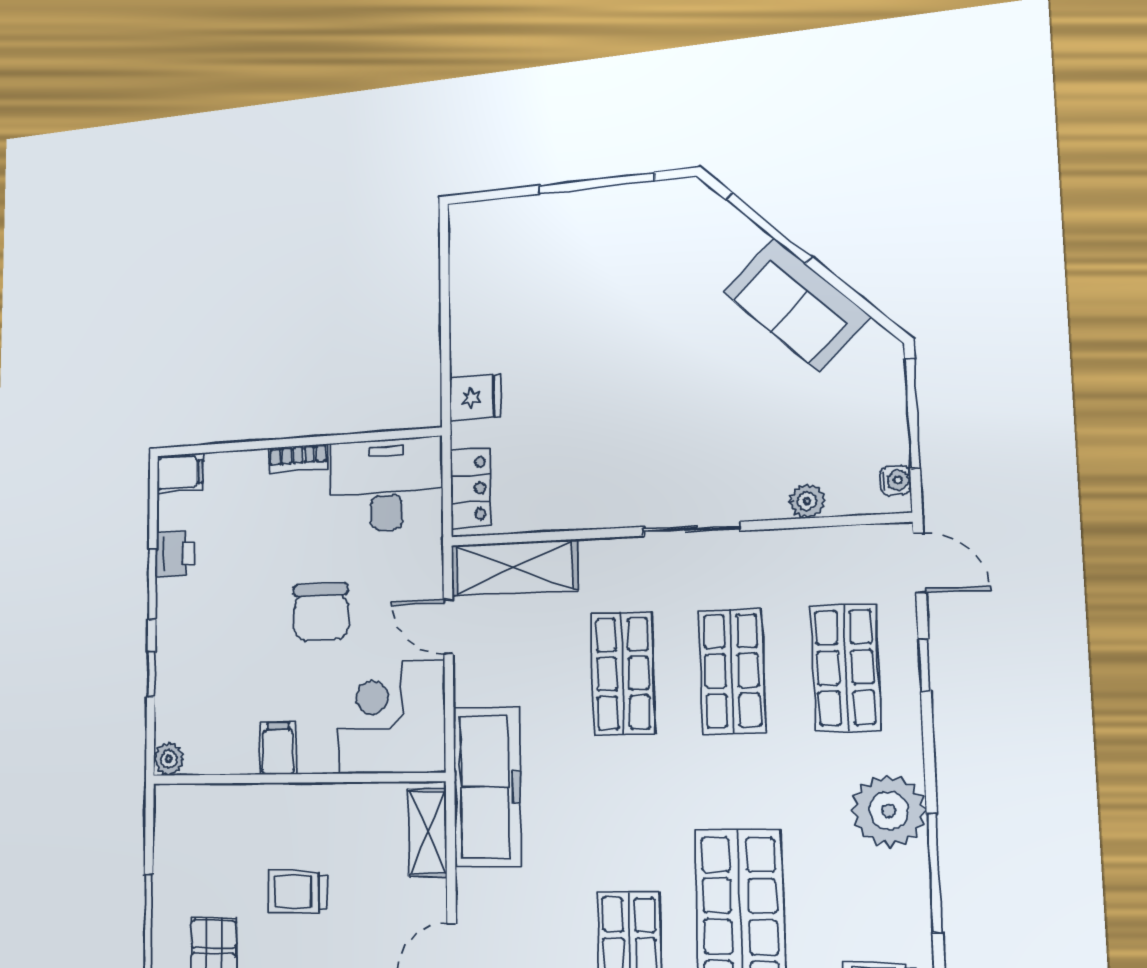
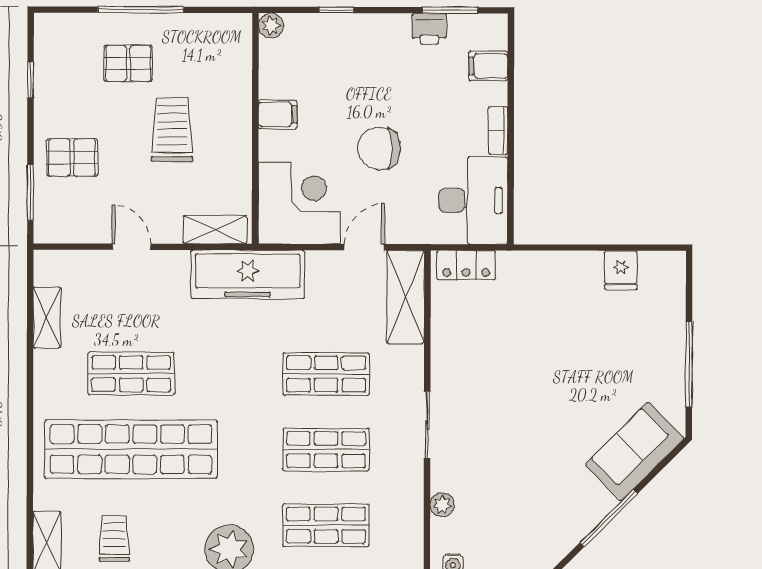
window: (769, 228) -> (609, 518), moved
sofa: (796, 304) -> (635, 451), moved
fridge: (475, 398) -> (621, 270), moved
filing cabinet: (180, 473) -> (488, 66), moved, turned 90
window: (152, 584) -> (450, 10), moved
trolley: (297, 892) -> (172, 130), width x1.36, depth x1.39

